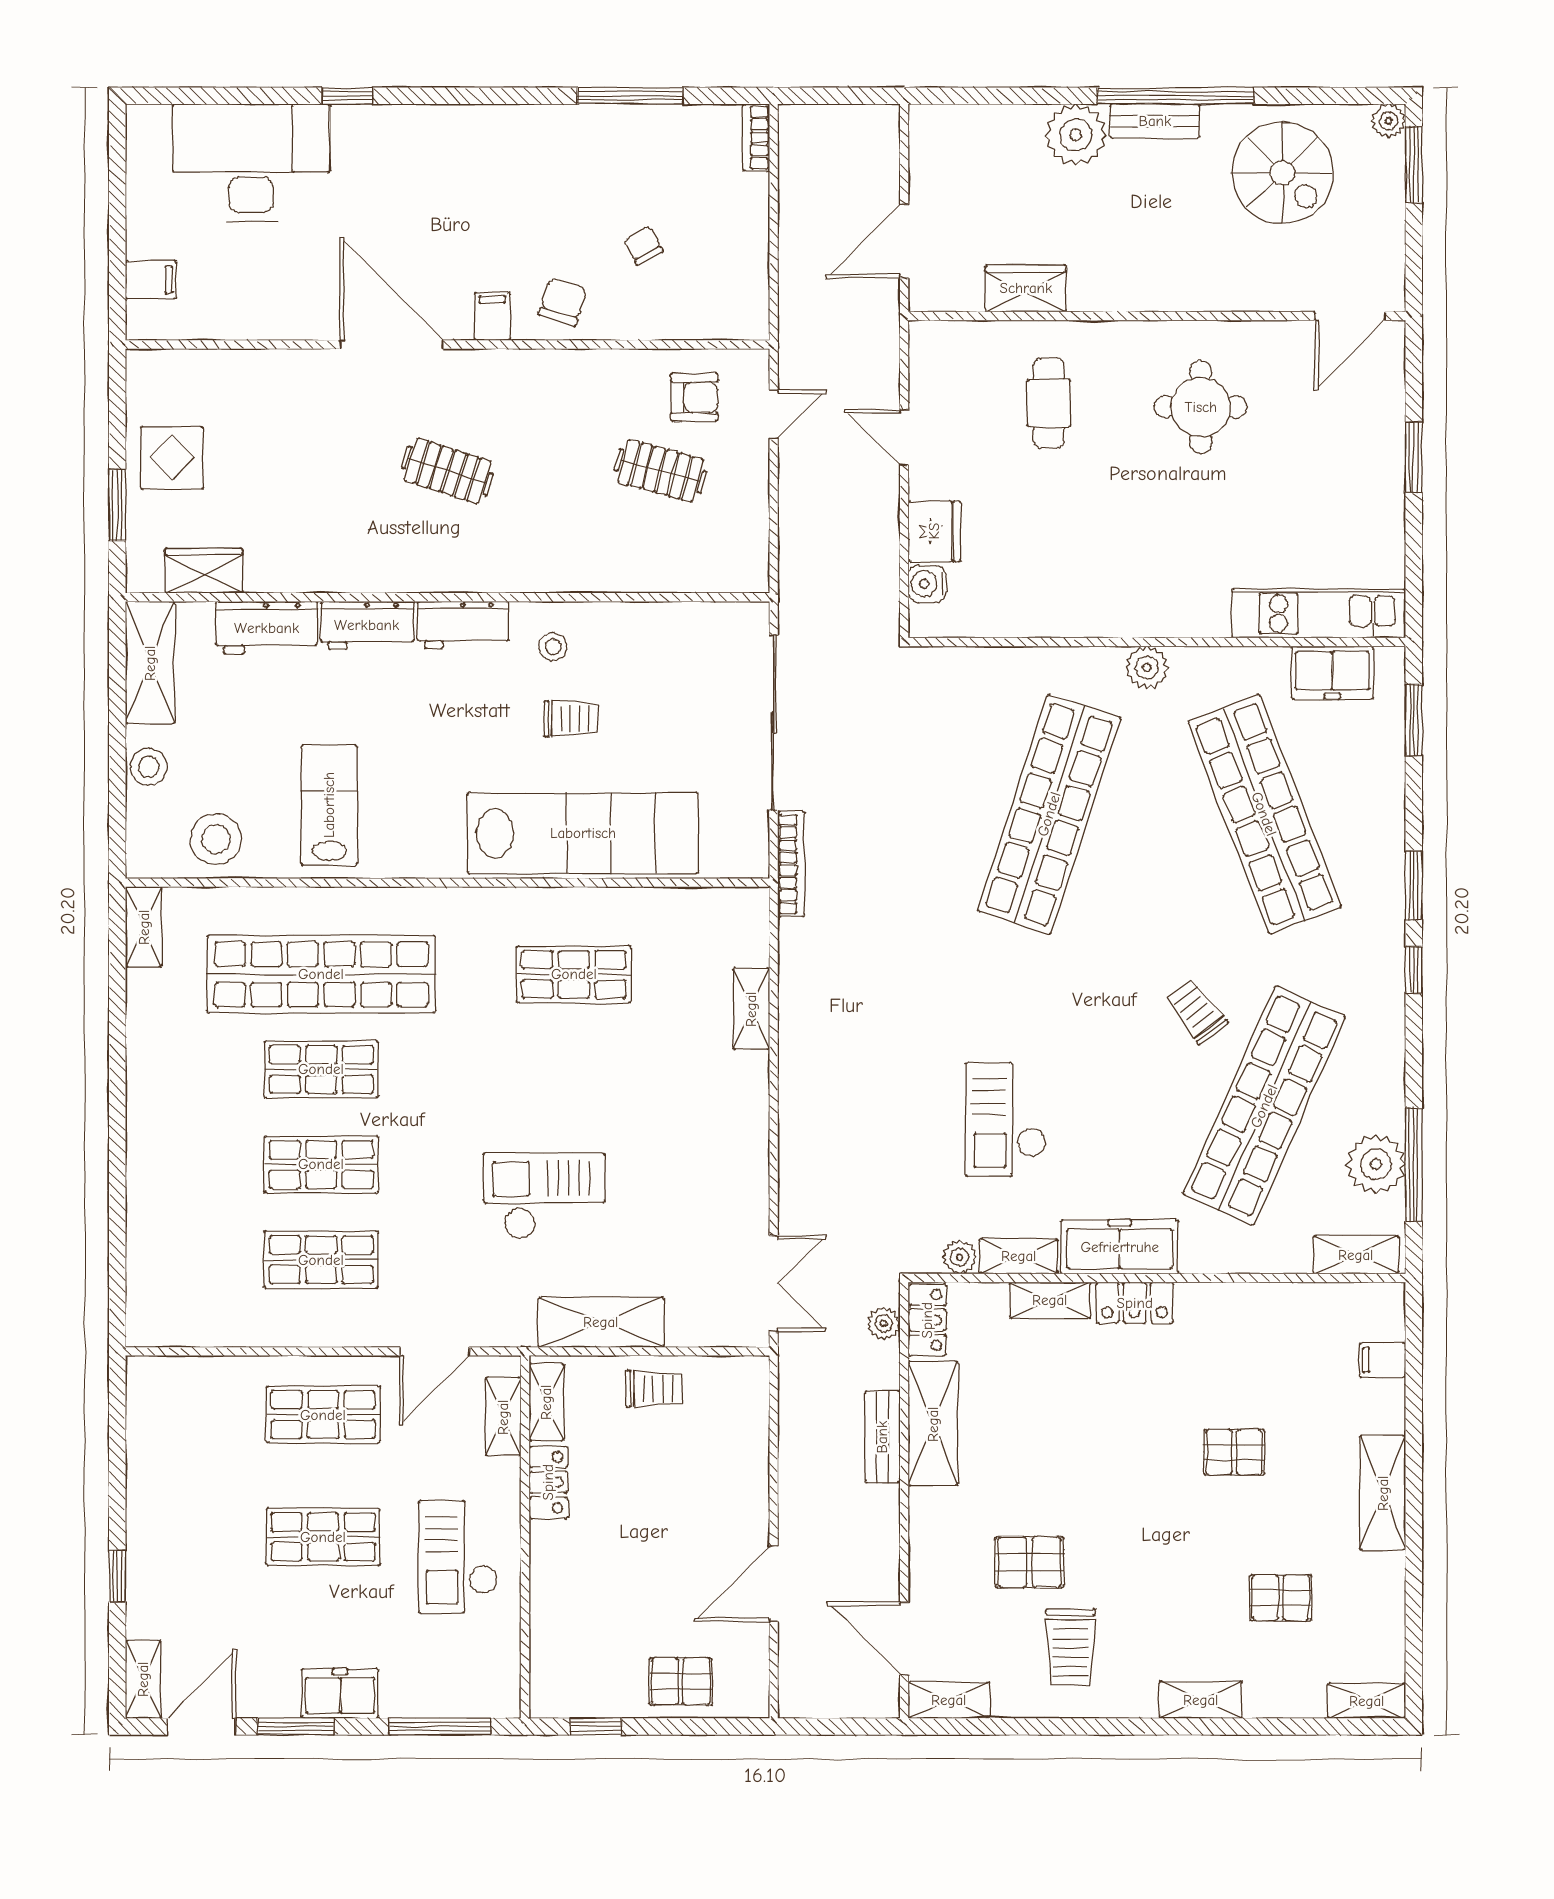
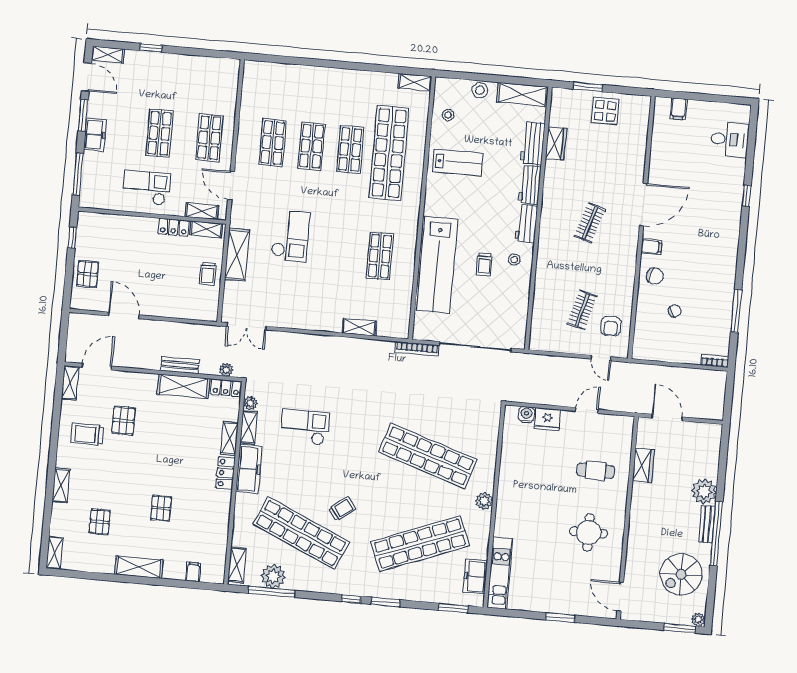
desk: (251, 163) -> (730, 139), width x0.53, depth x0.77
wardrobe: (204, 571) -> (556, 143), moved
stool: (216, 839) -> (448, 115), width x0.53, depth x0.53

